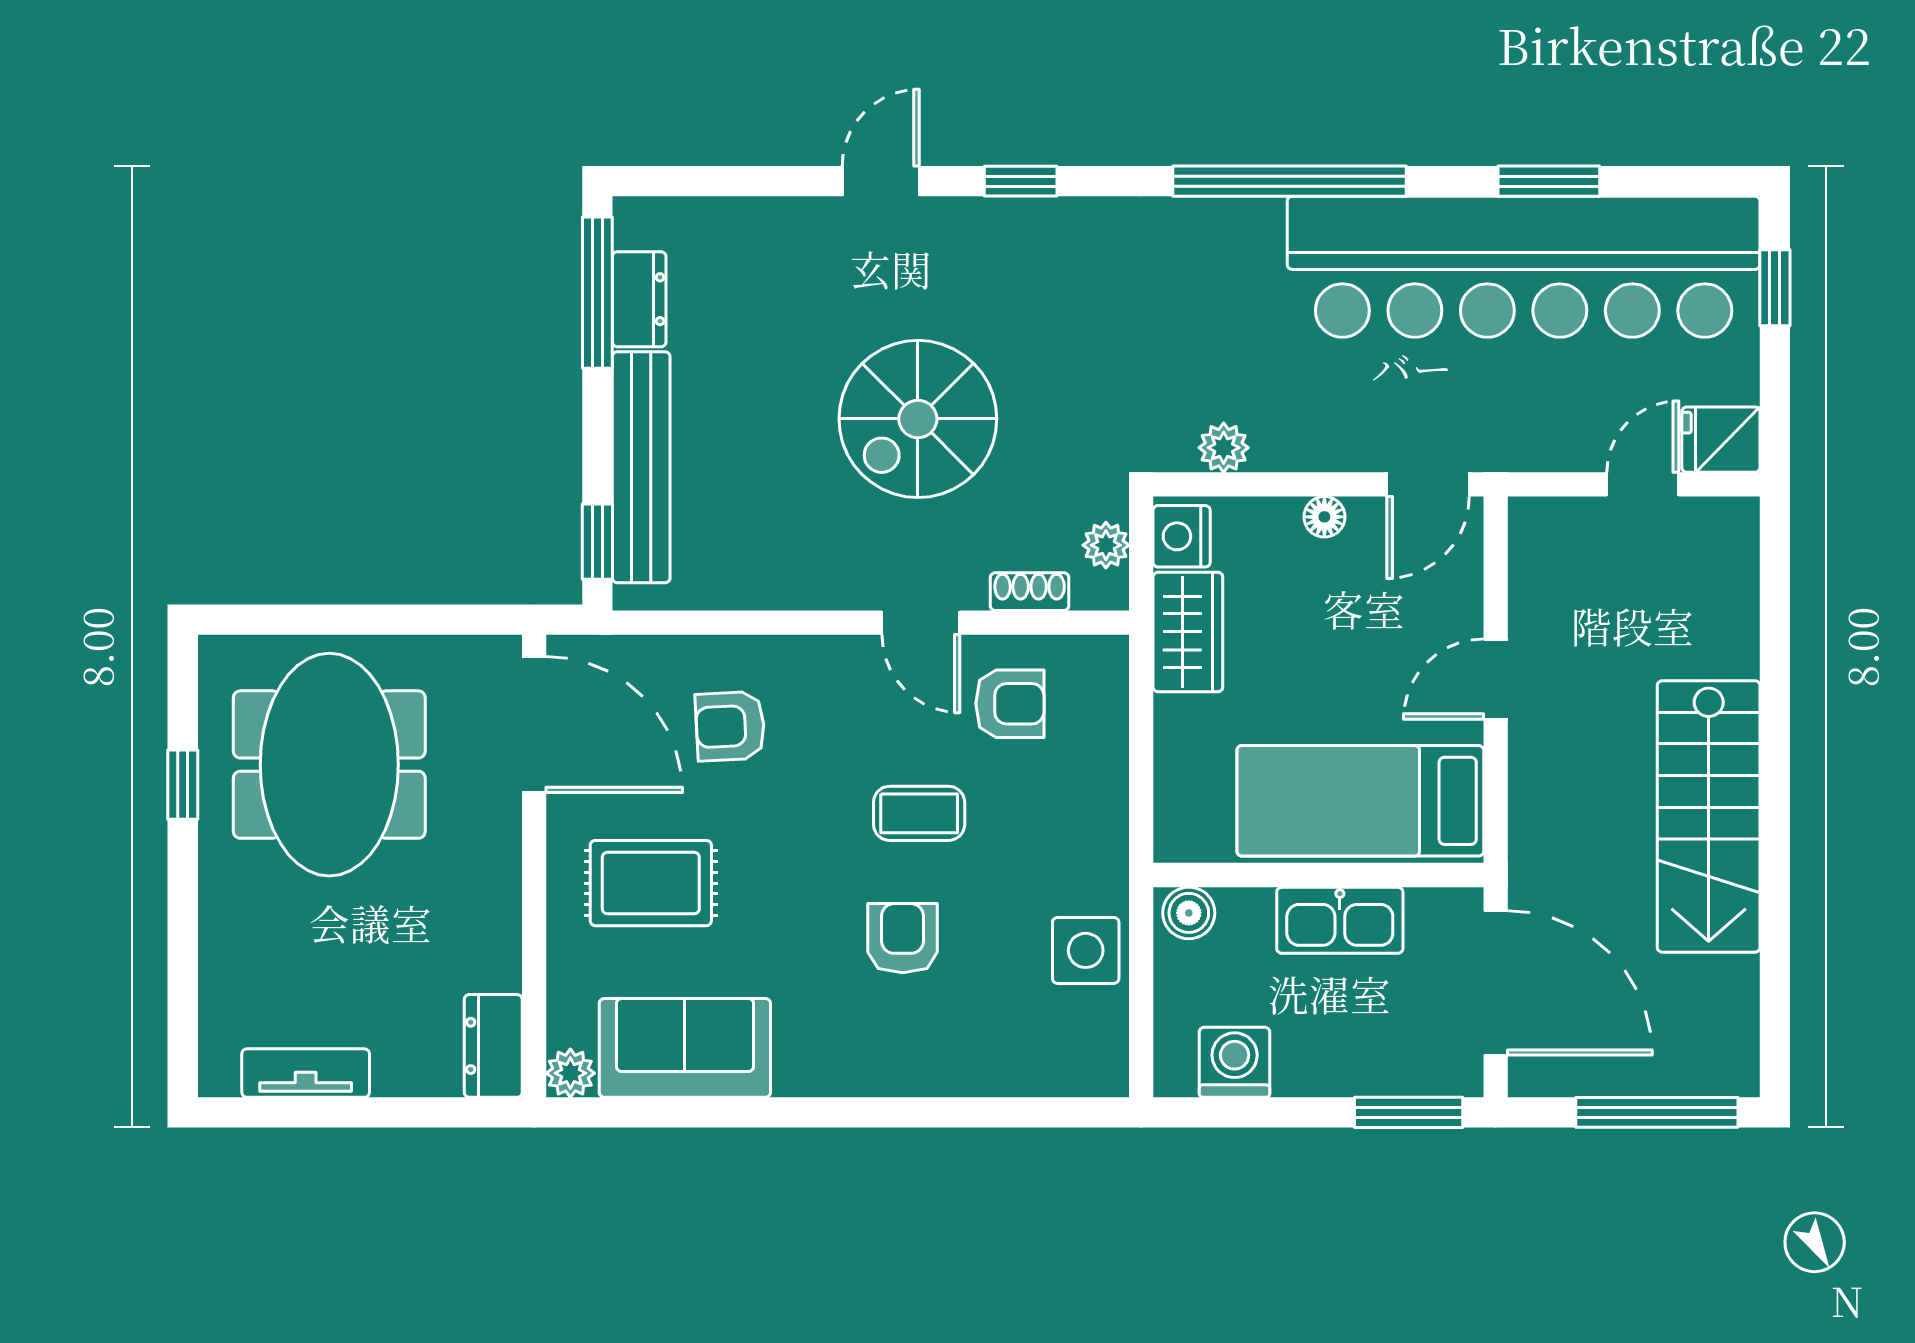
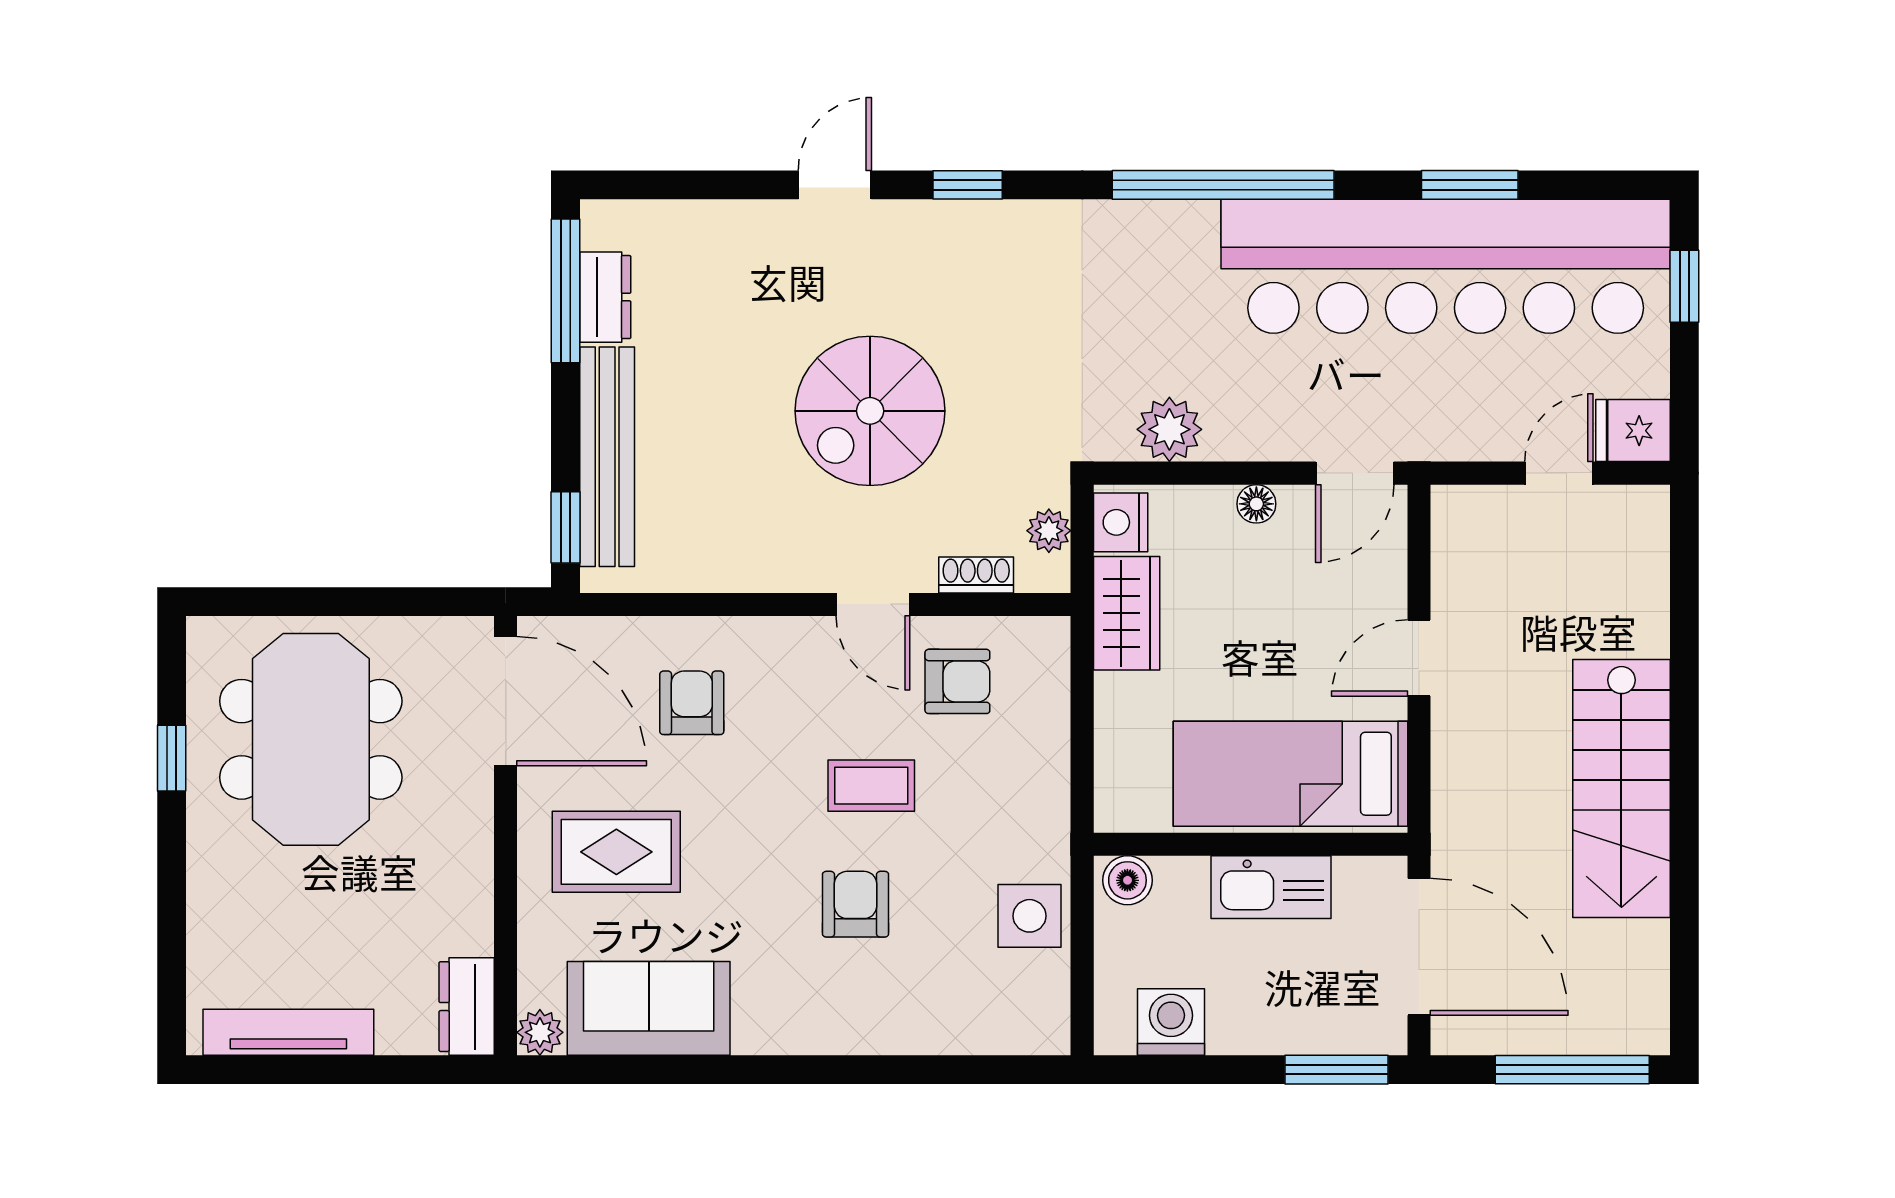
plant: (1224, 448) -> (1169, 429), width x1.38, depth x1.38
armchair: (730, 726) -> (692, 703), turned 93
tv unit: (306, 1073) -> (288, 1032), width x1.41

